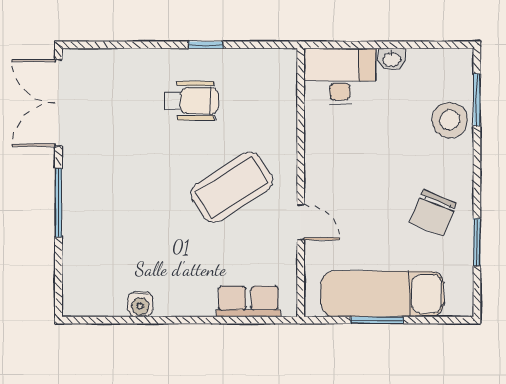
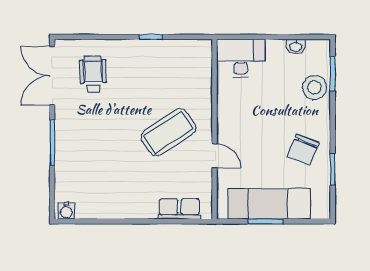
washbasin: (392, 59) -> (296, 47), moved
wheelchair: (191, 101) -> (93, 74), moved, turned -92
water cooler: (140, 304) -> (66, 211), moved

